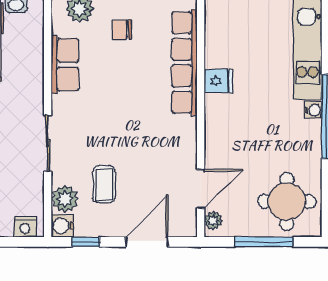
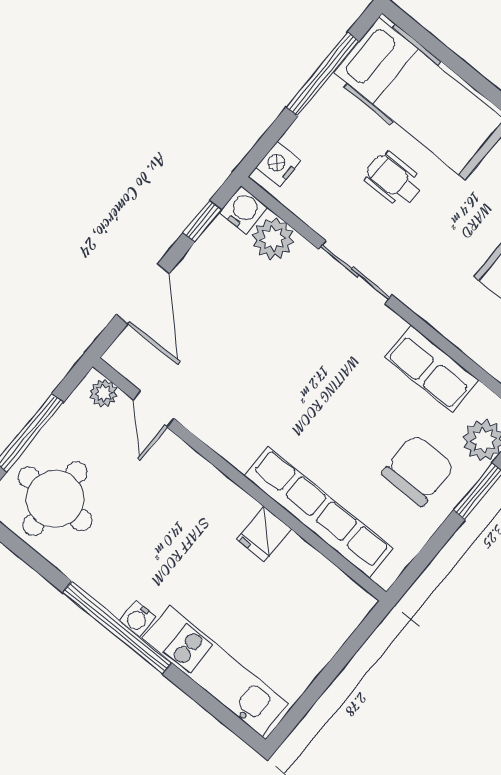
chair: (122, 29) -> (418, 470), width x1.87, depth x1.87
coffee table: (104, 184) -> (253, 299), removed
door: (201, 189) -> (154, 409), width x0.73

